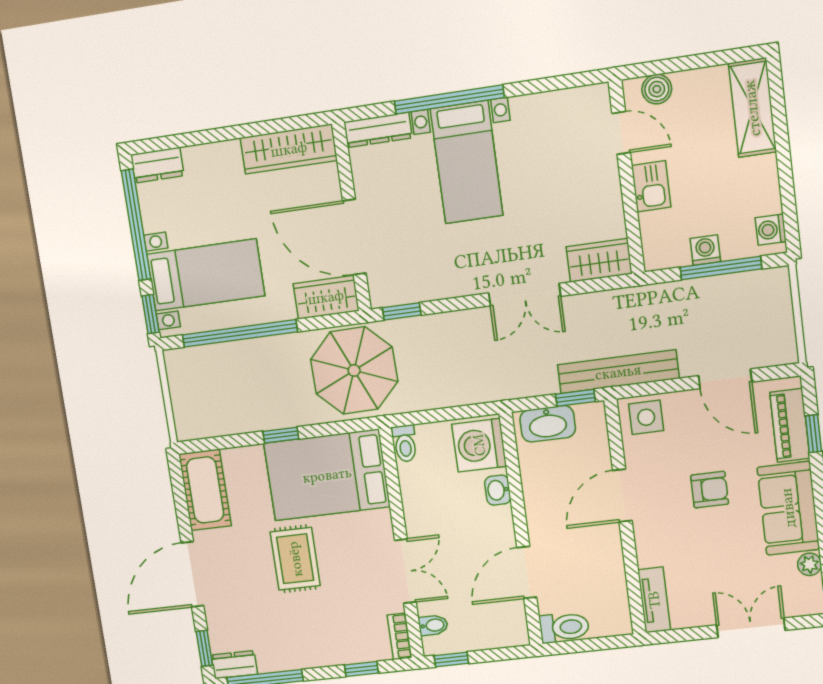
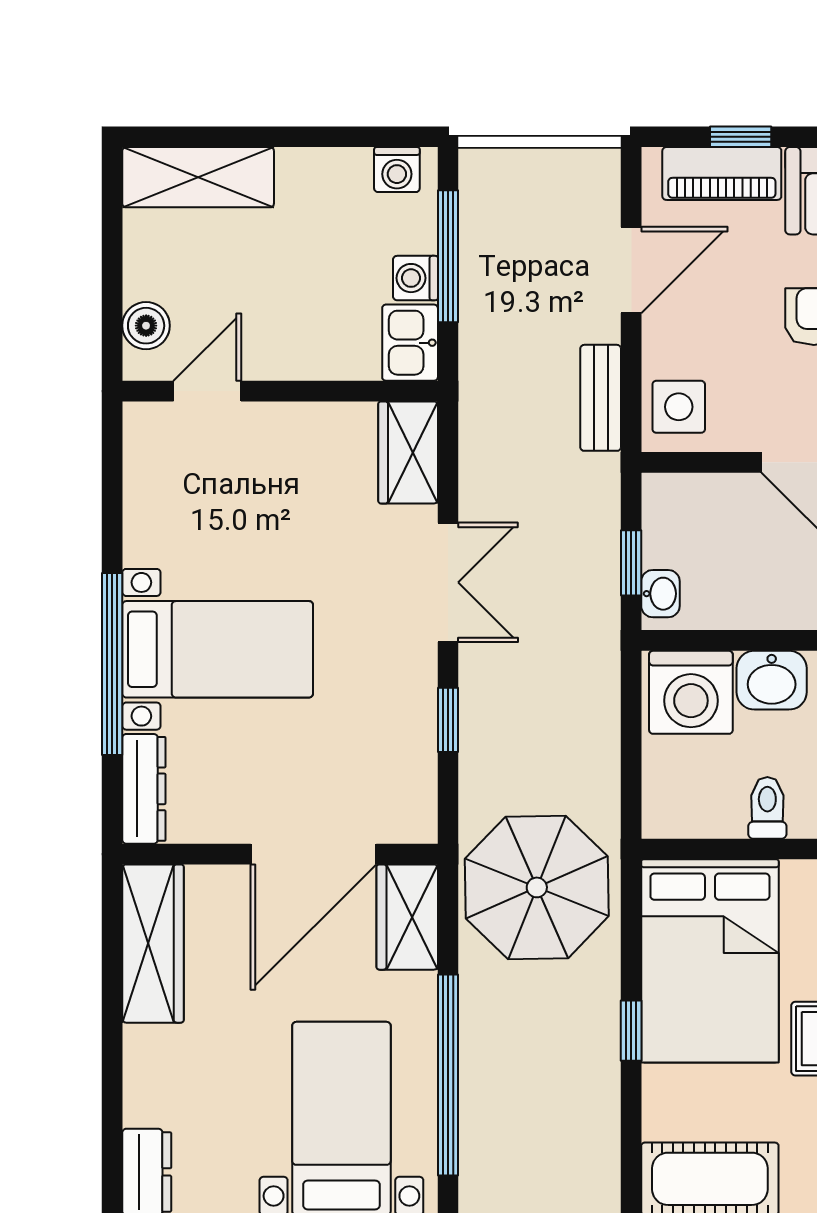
kitchen sink: (651, 186) -> (410, 343), moved, turned -90
window: (402, 311) -> (448, 720), moved
bench: (618, 372) -> (601, 398), width x0.54, depth x0.82
window: (575, 398) -> (631, 563), moved
washbasin: (548, 424) -> (660, 594), width x0.52, depth x0.69
toilet: (405, 443) -> (767, 808), moved, turned -90
washbasin: (498, 490) -> (772, 680), width x1.38, depth x1.45

